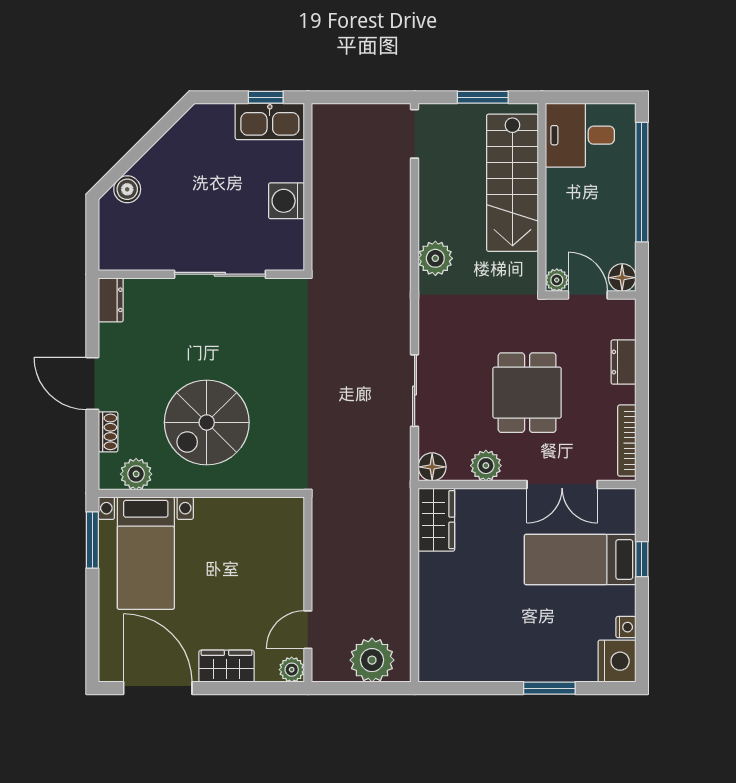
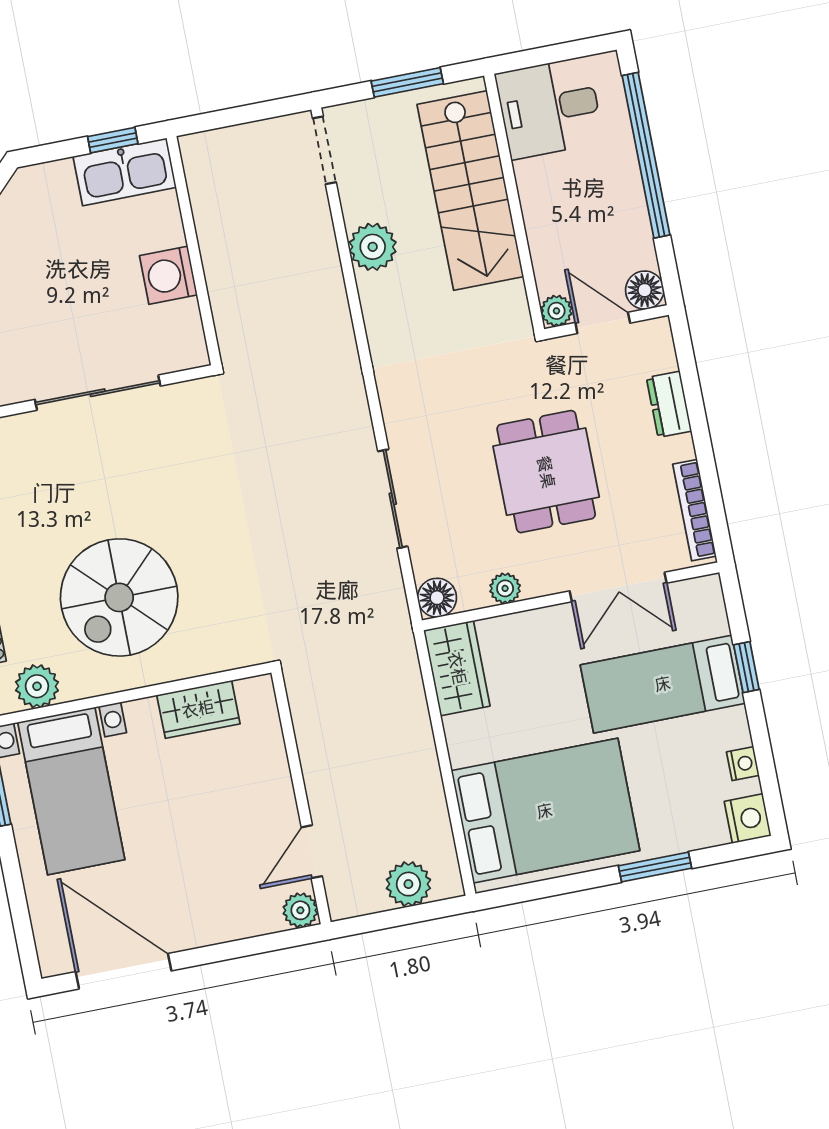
plant: (435, 258) -> (373, 247), moved
plant: (486, 466) -> (505, 588), width x0.73, depth x0.73
bed: (479, 633) -> (545, 811), added
plant: (372, 660) -> (408, 884), width x0.73, depth x0.73
nightstand: (617, 661) -> (748, 819), width x0.74, depth x0.75
wardrobe: (227, 666) -> (198, 709), moved, turned 180

